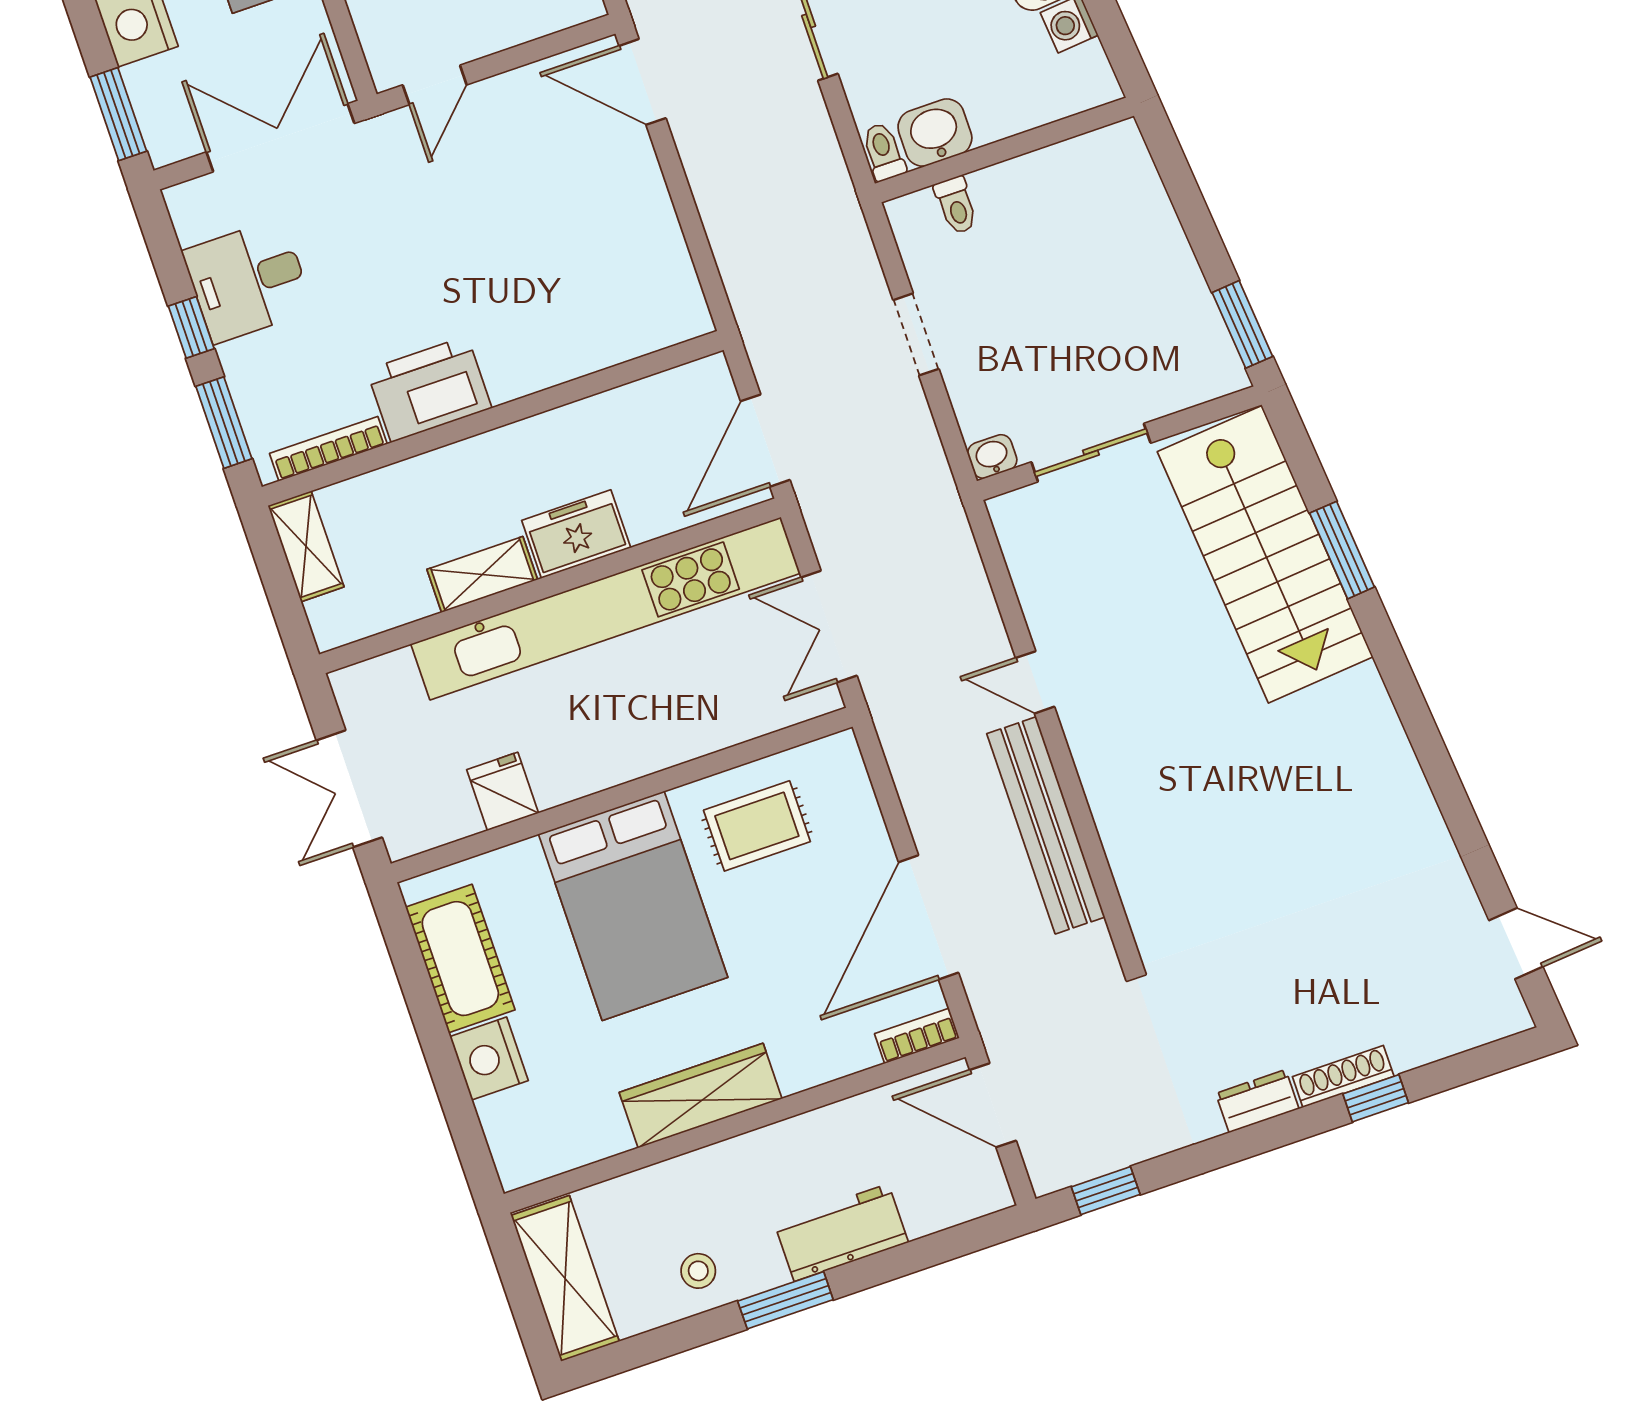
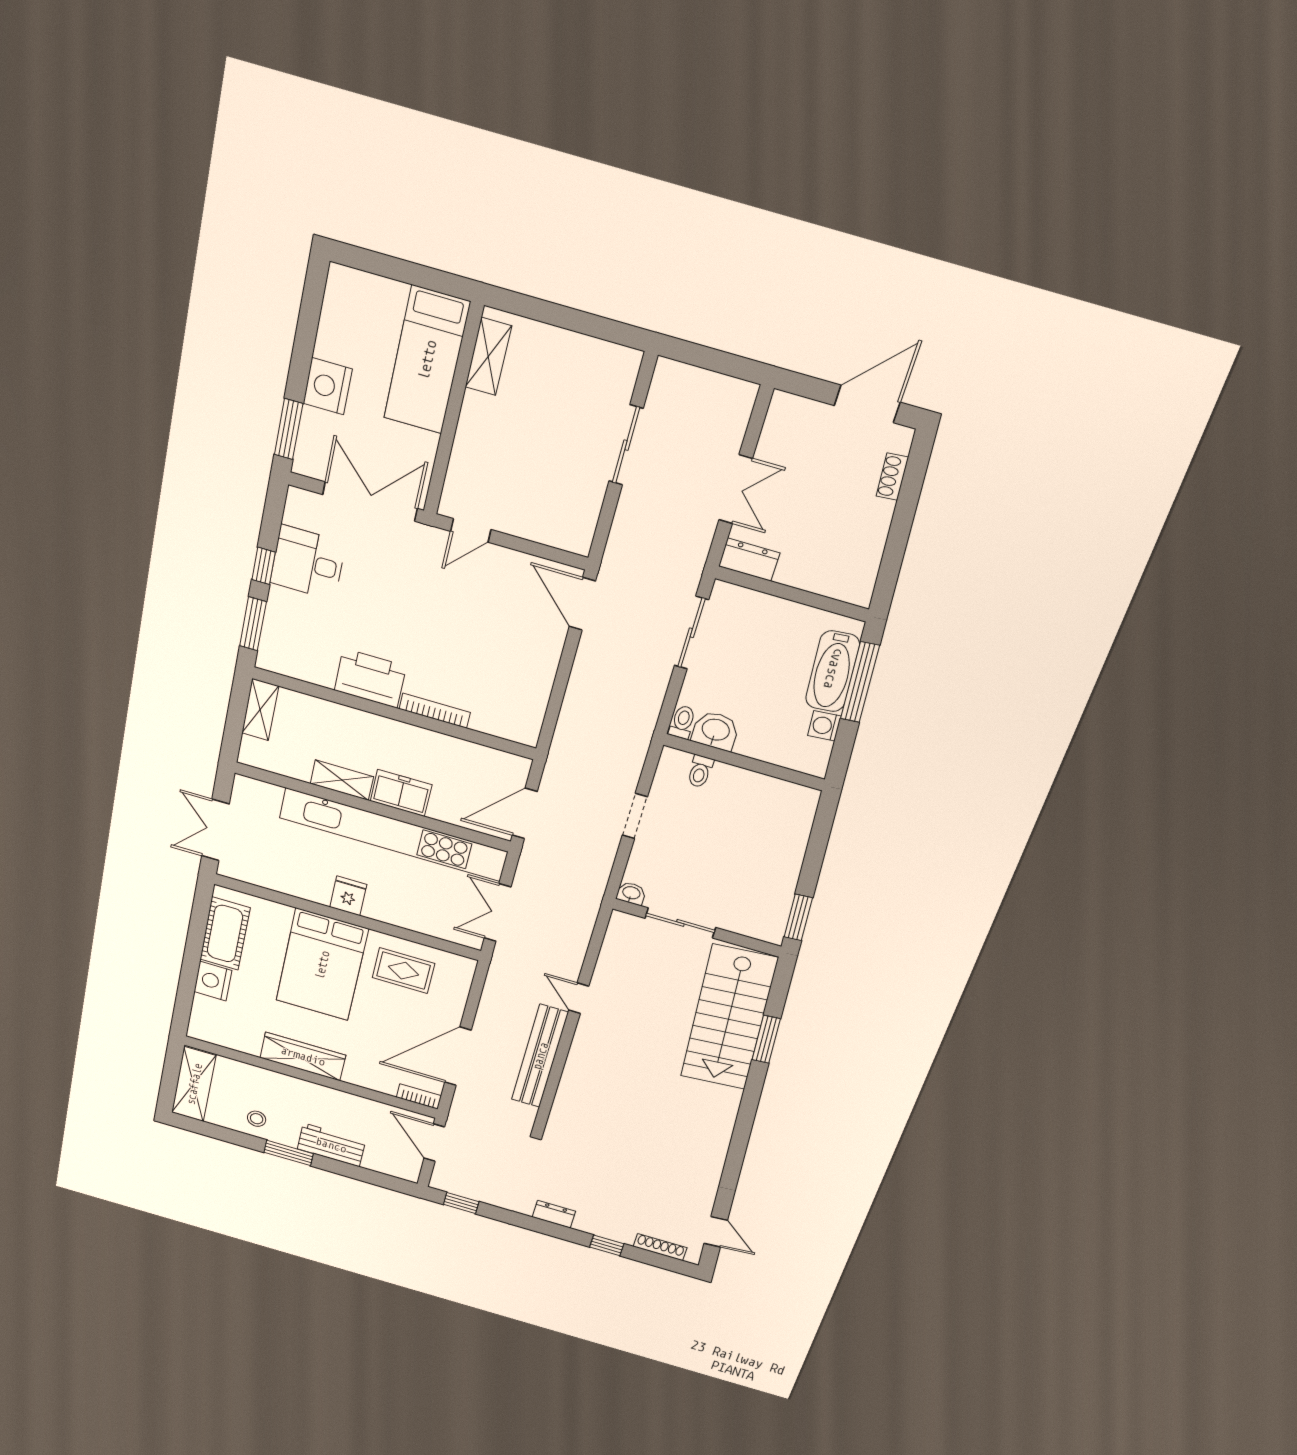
bookcase: (328, 449) -> (435, 711), moved
fridge: (503, 791) -> (348, 896), moved
shoe rack: (1343, 1076) -> (660, 1247), moved

